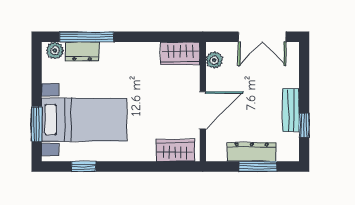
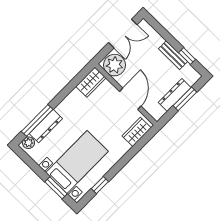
dresser: (82, 51) -> (46, 126), width x1.44
plant: (214, 60) -> (114, 65), width x1.87, depth x1.87

